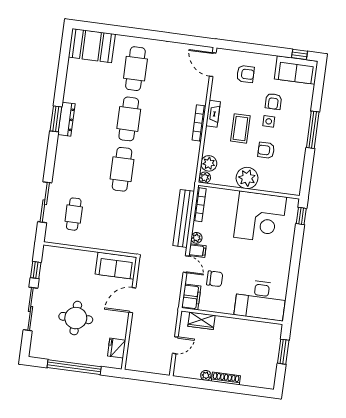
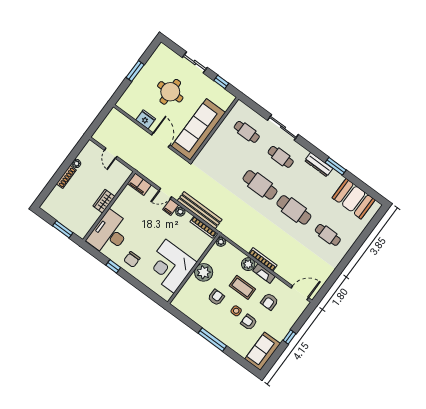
booth: (92, 46) -> (354, 199), moved, turned 90
window: (299, 54) -> (289, 337), moved
cafe table: (135, 69) -> (328, 235), width x0.73, depth x0.74
armchair: (245, 74) -> (269, 302), moved
window: (56, 119) -> (336, 166), moved
plant: (209, 163) -> (248, 264), moved
cafe table: (80, 164) -> (281, 157), added
sliding door: (45, 202) -> (283, 127), moved
window: (301, 216) -> (113, 266), moved
sofa: (116, 266) -> (198, 129), width x1.85, depth x1.27
chair: (215, 279) -> (132, 259), moved
sliding door: (31, 309) -> (195, 62), width x0.73
wardrobe: (202, 321) -> (104, 201), moved
fridge: (117, 348) -> (146, 119), moved
window: (74, 367) -> (135, 71), width x0.47

